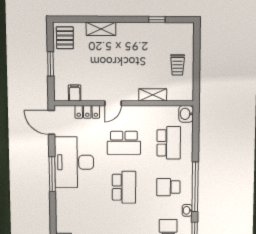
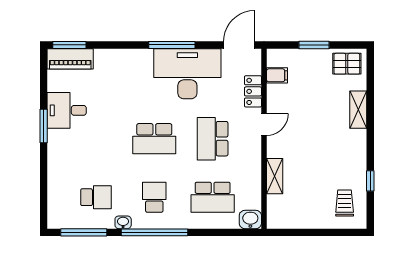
trolley: (177, 65) -> (345, 203), moved, turned 90
door: (113, 103) -> (264, 125), swing flipped

